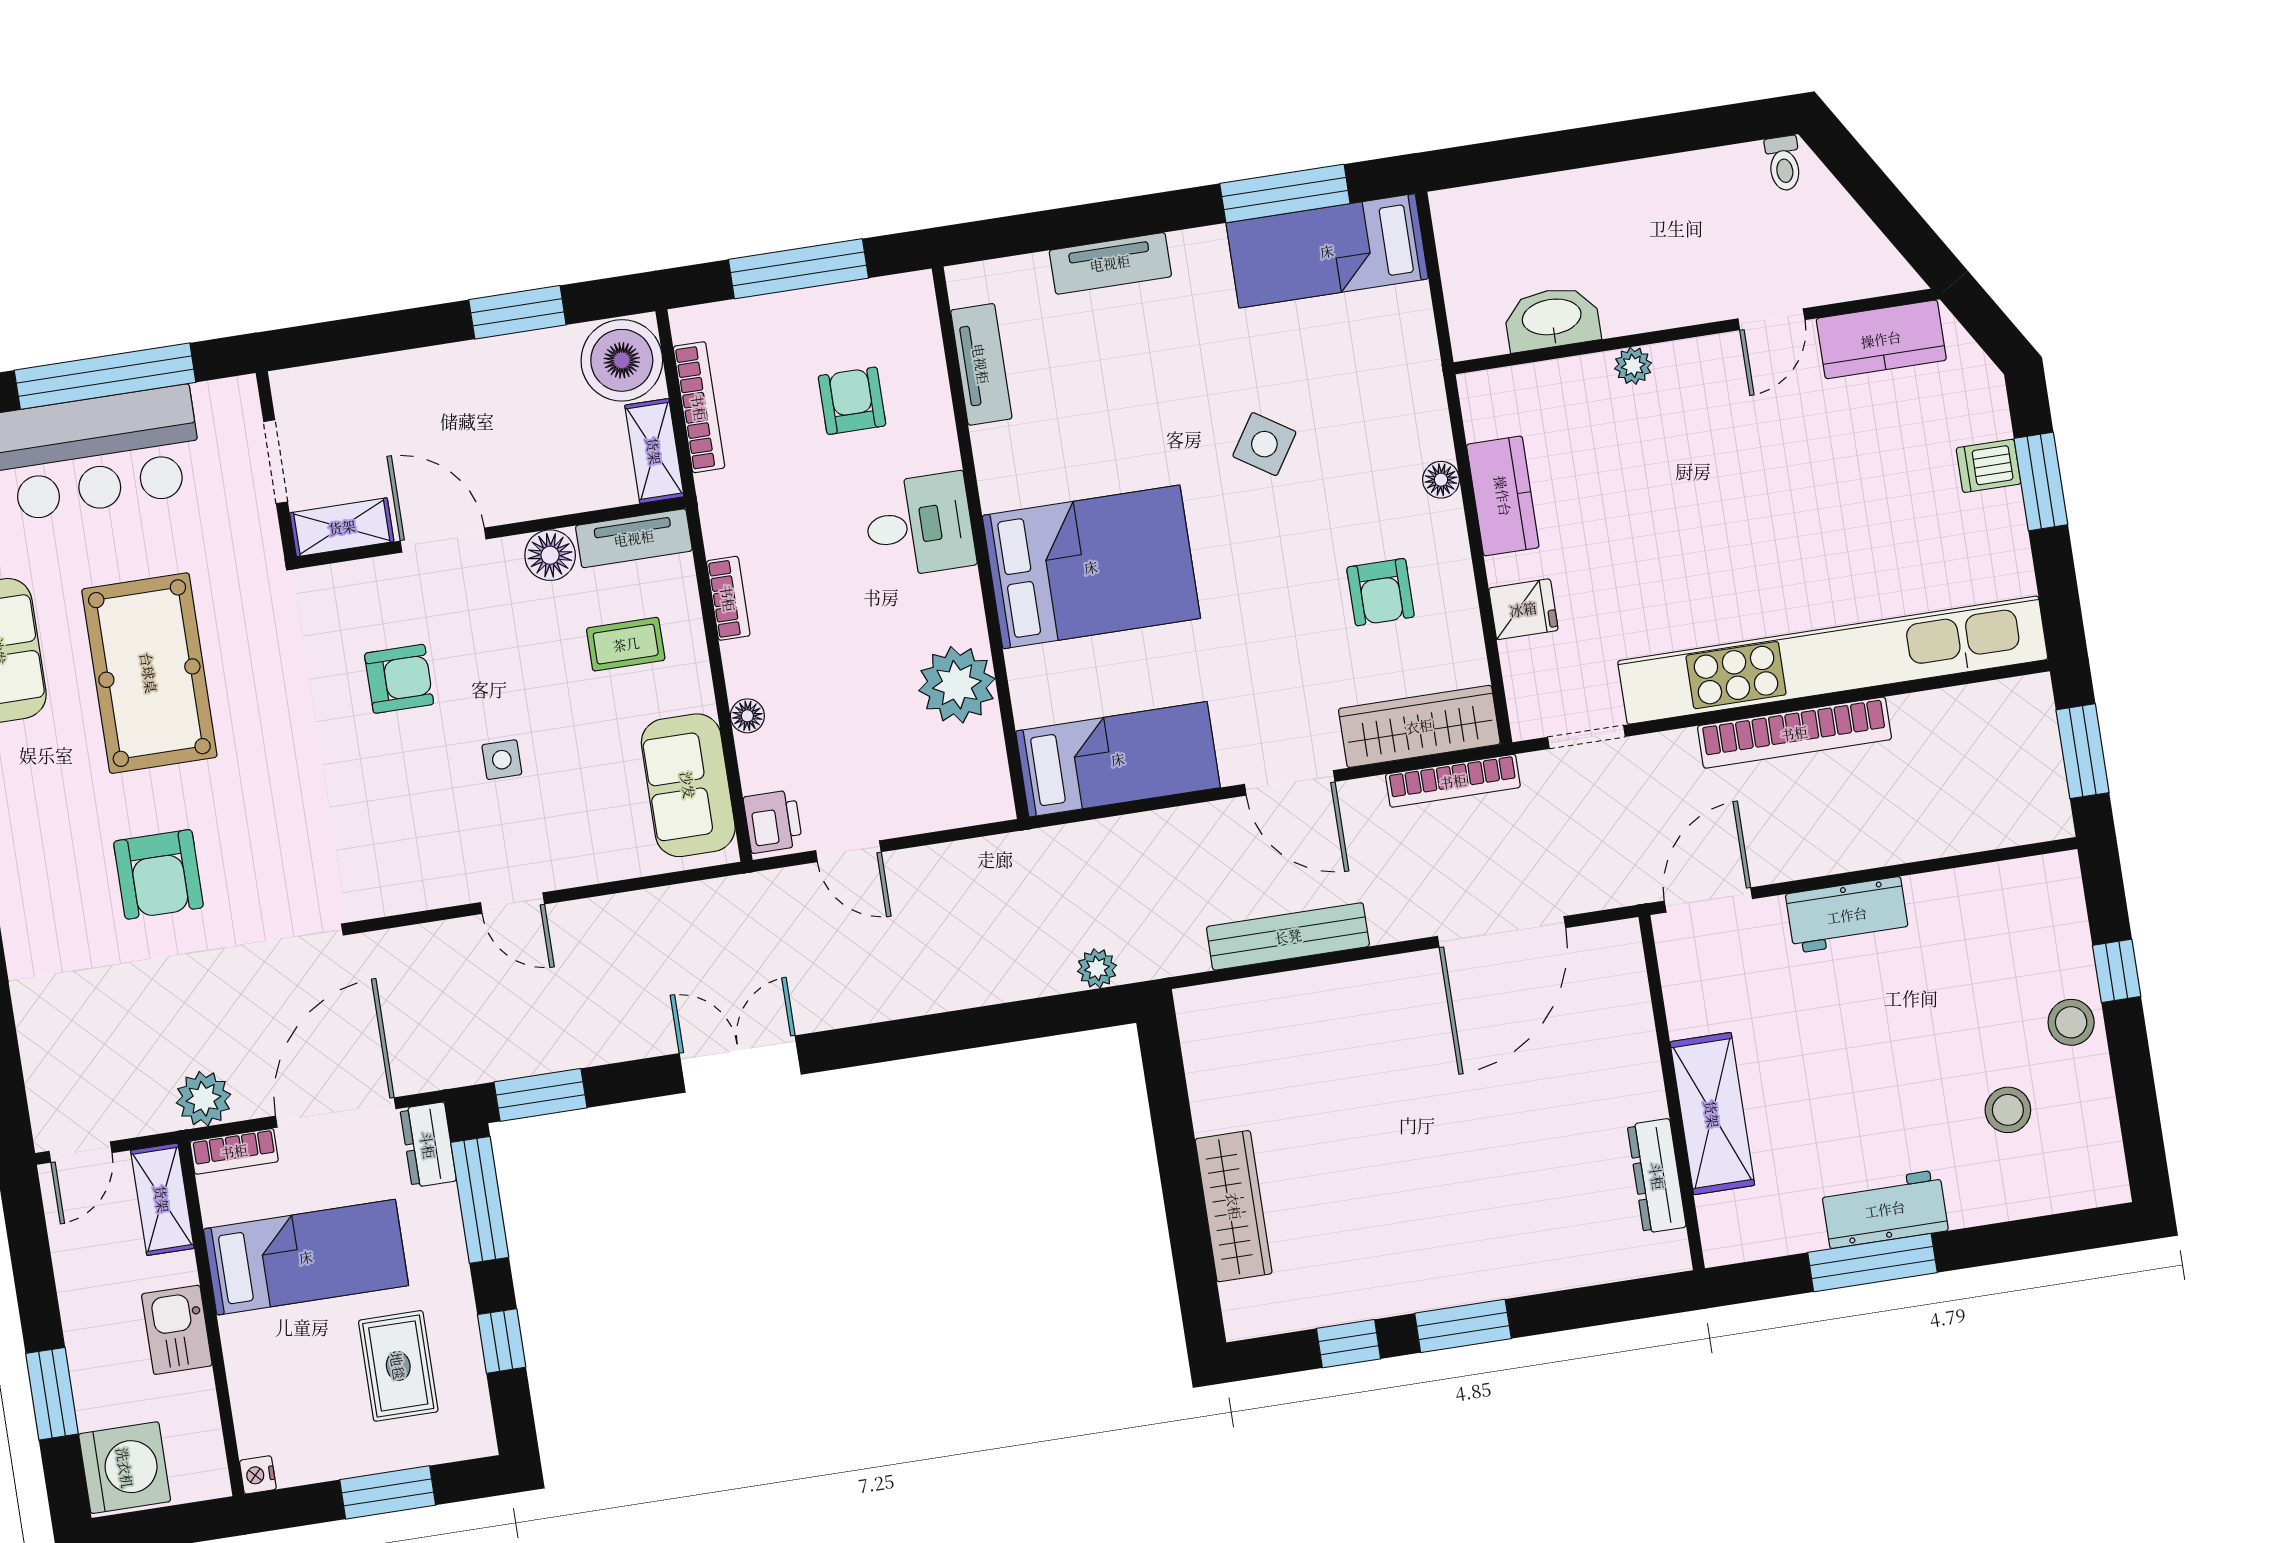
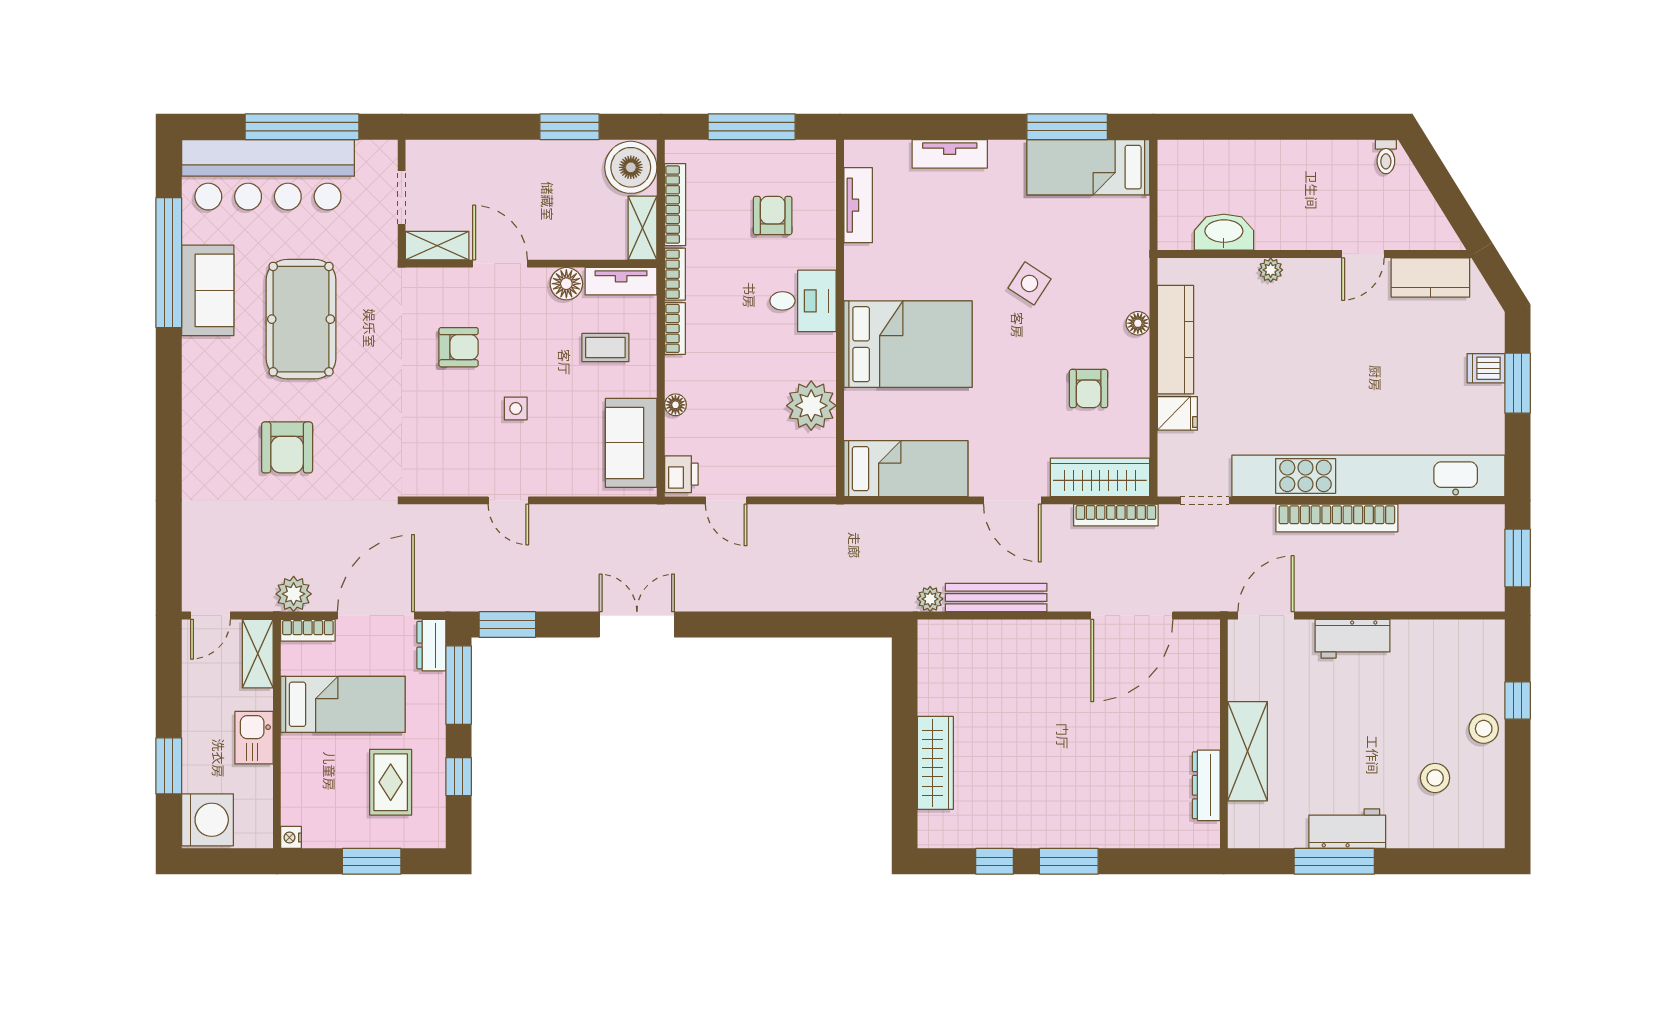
kitchen counter: (1503, 496) -> (1175, 340), width x1.50
bookcase: (715, 514) -> (675, 274), added
plant: (1097, 968) -> (930, 599), moved

